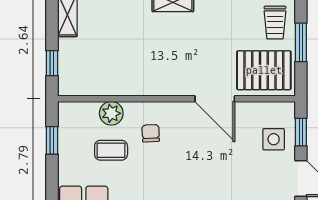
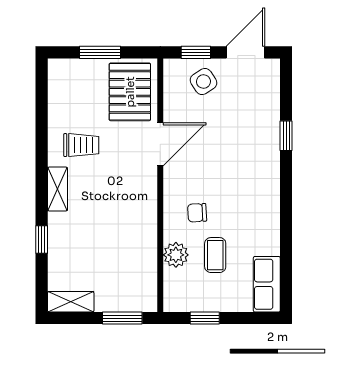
trolley: (275, 23) -> (81, 145), moved
window: (52, 63) -> (122, 318), width x1.50
side table: (274, 139) -> (203, 82), turned -33

